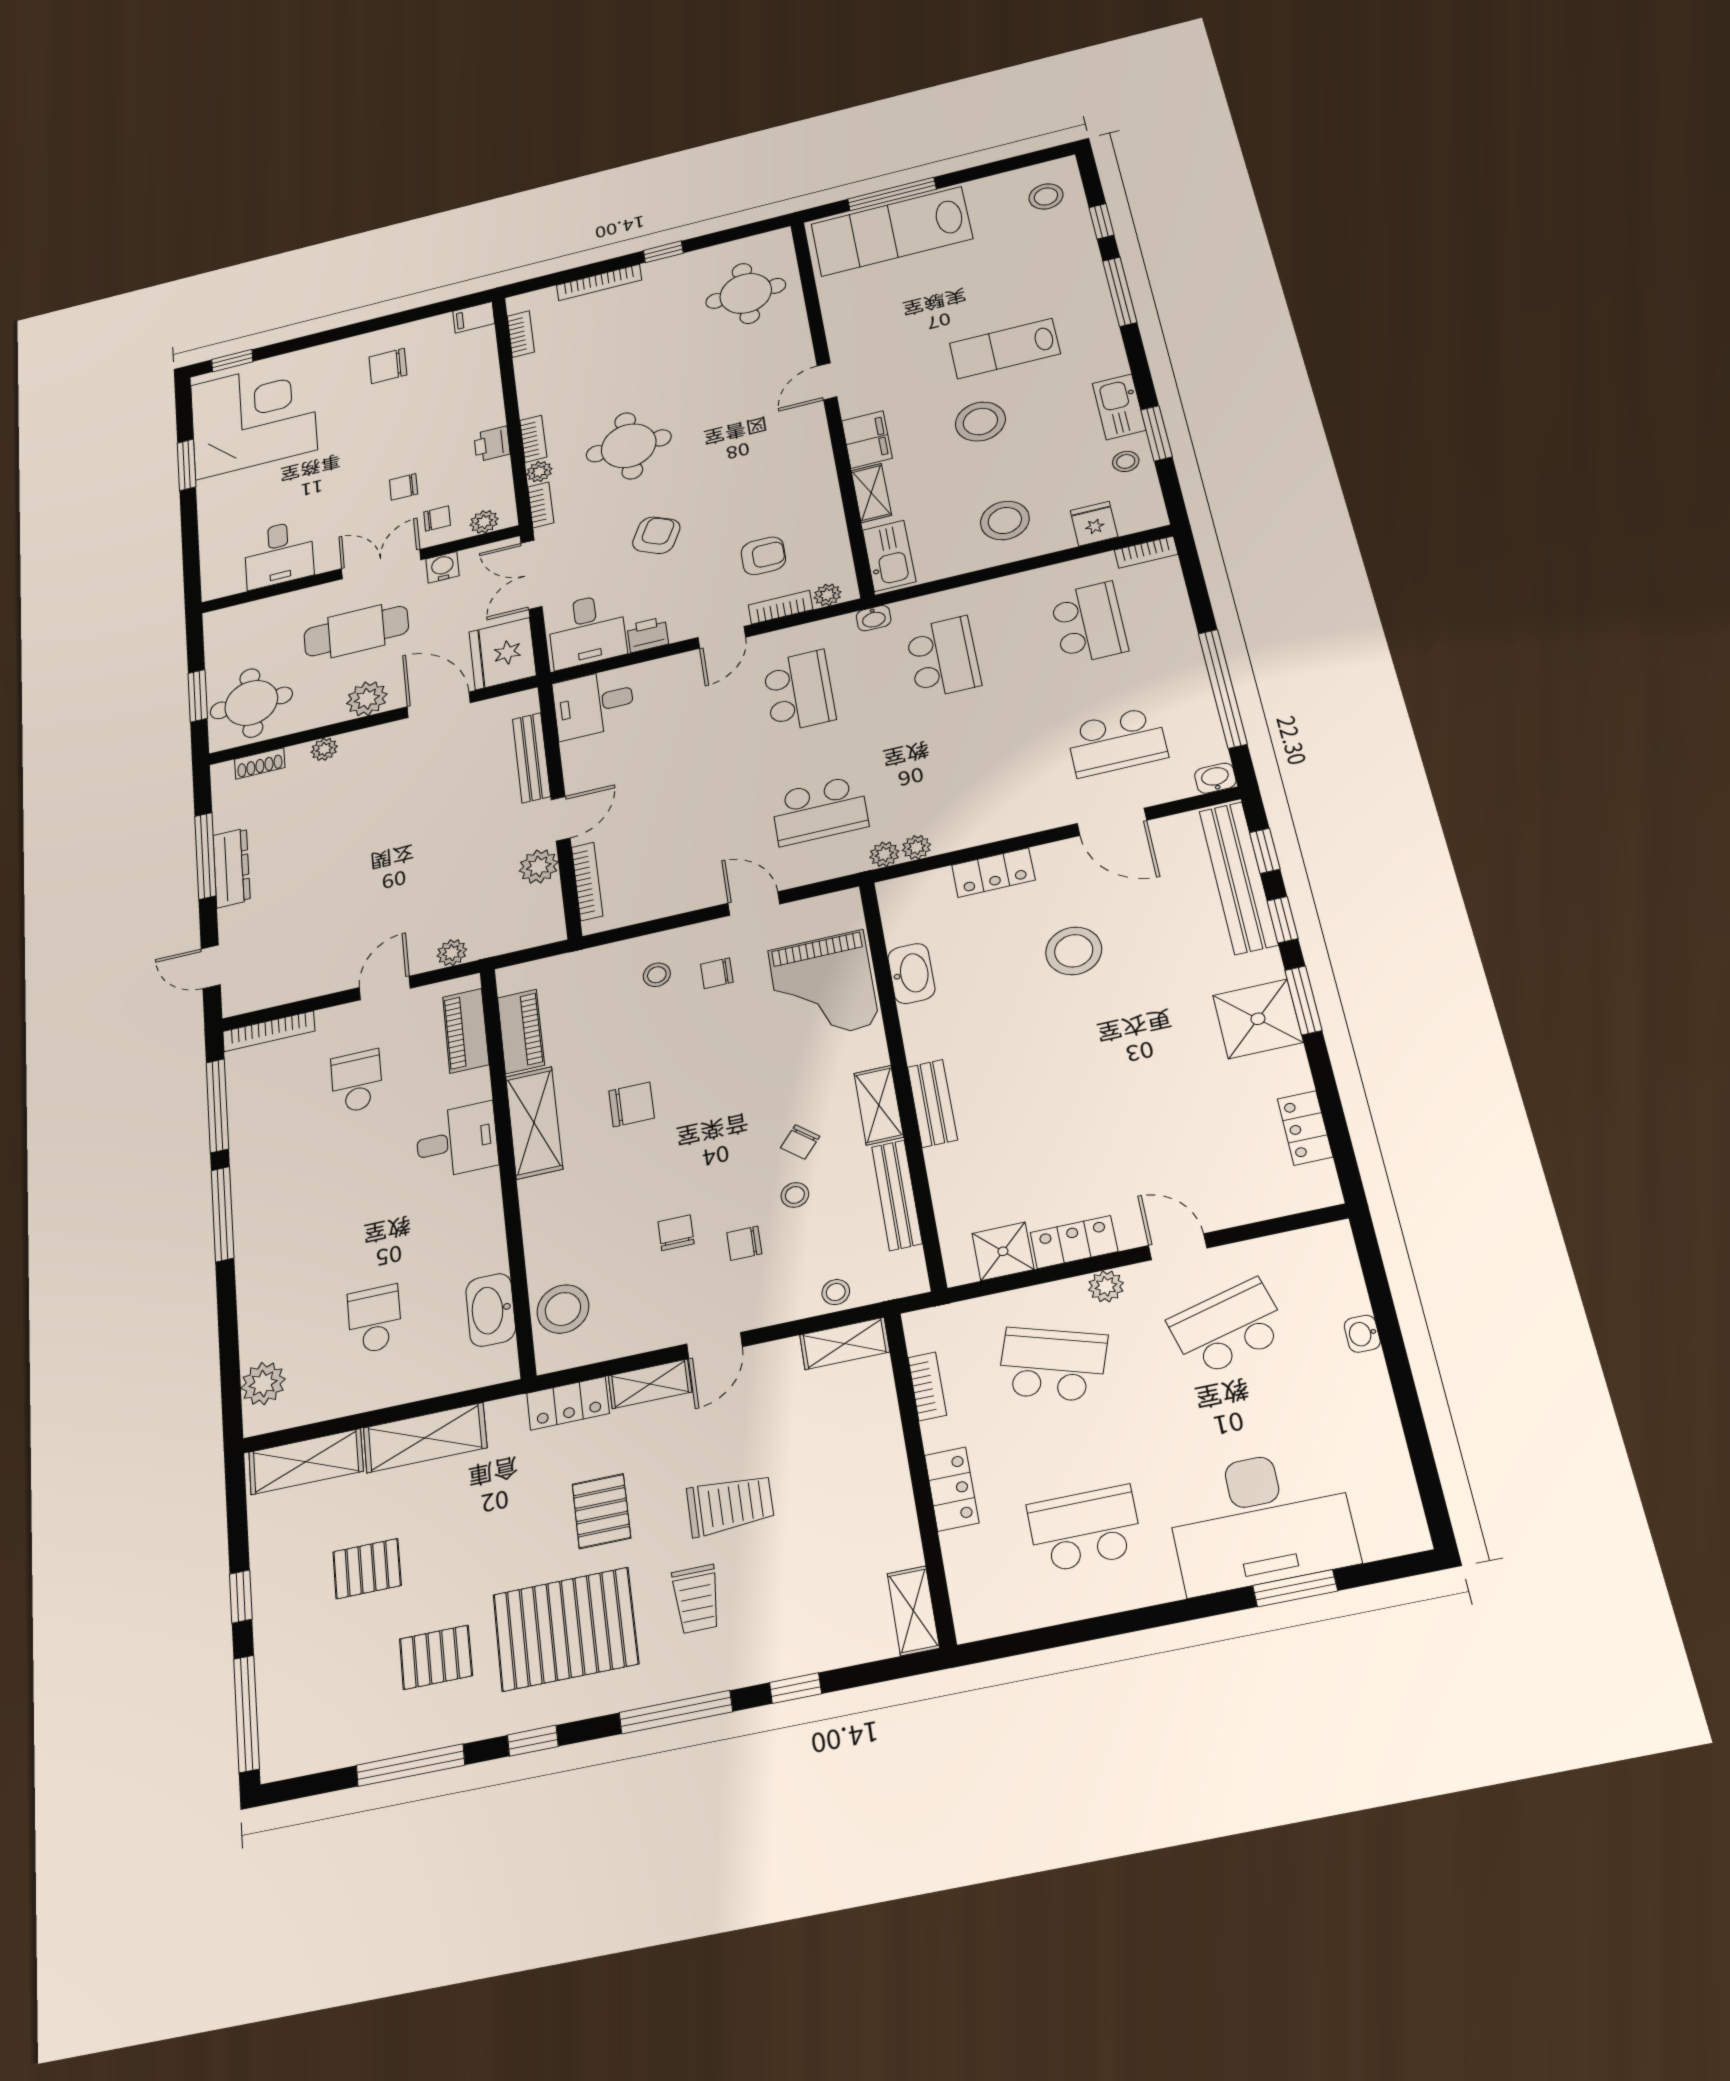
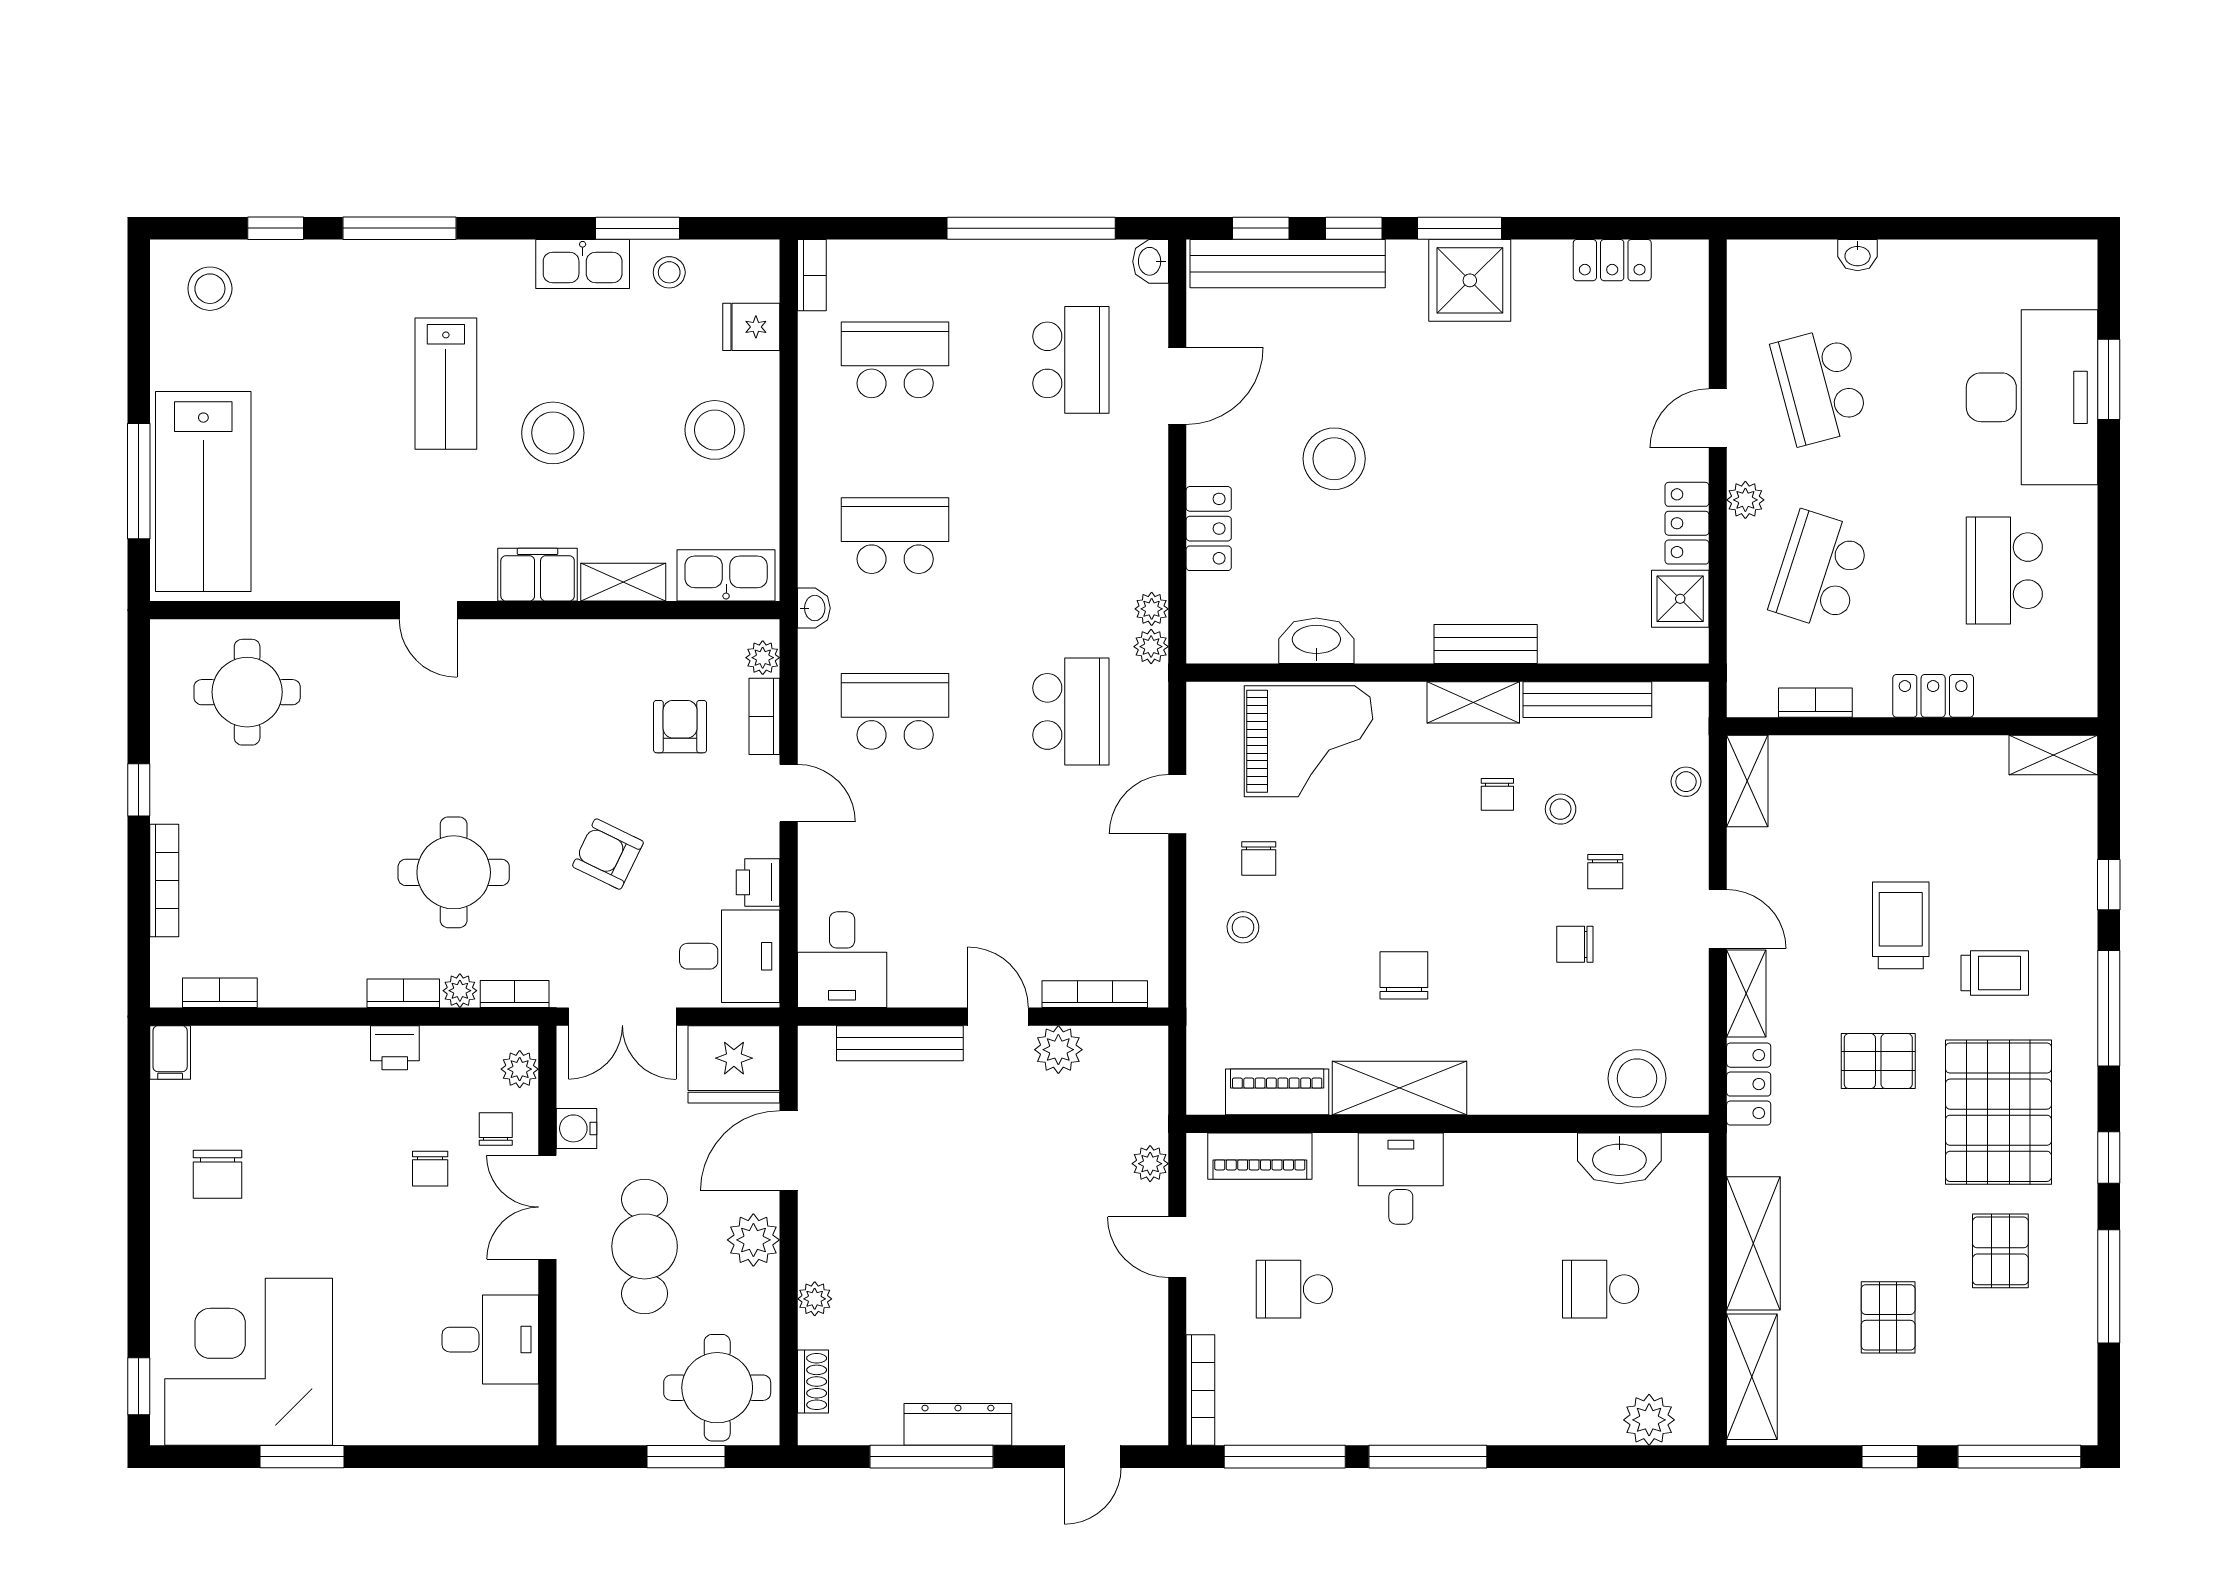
chair: (800, 1142) -> (1497, 794), turned 50

